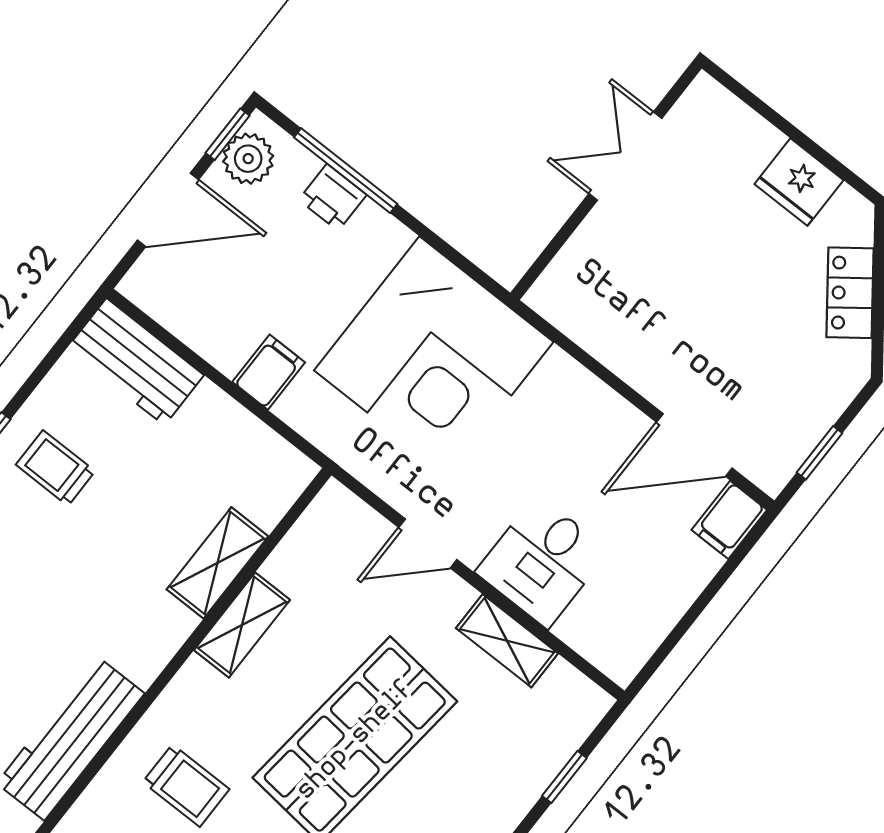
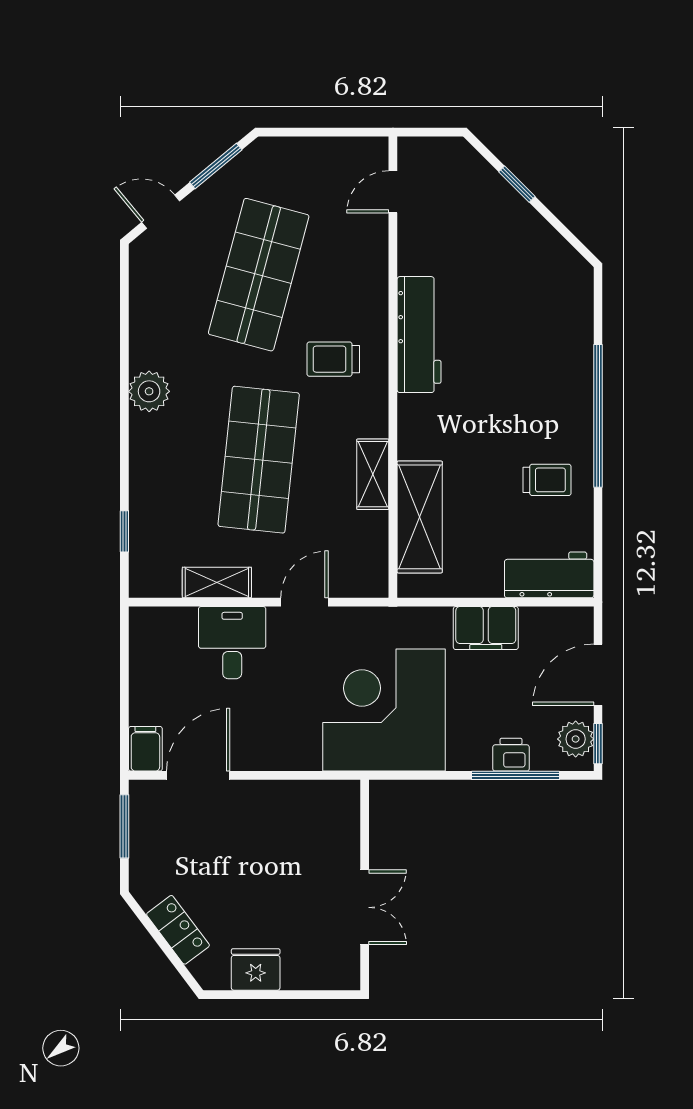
filing cabinet: (269, 372) -> (486, 628), width x2.00
window: (819, 453) -> (124, 826), width x1.50
shelving: (217, 563) -> (420, 517), width x1.50, depth x1.33

